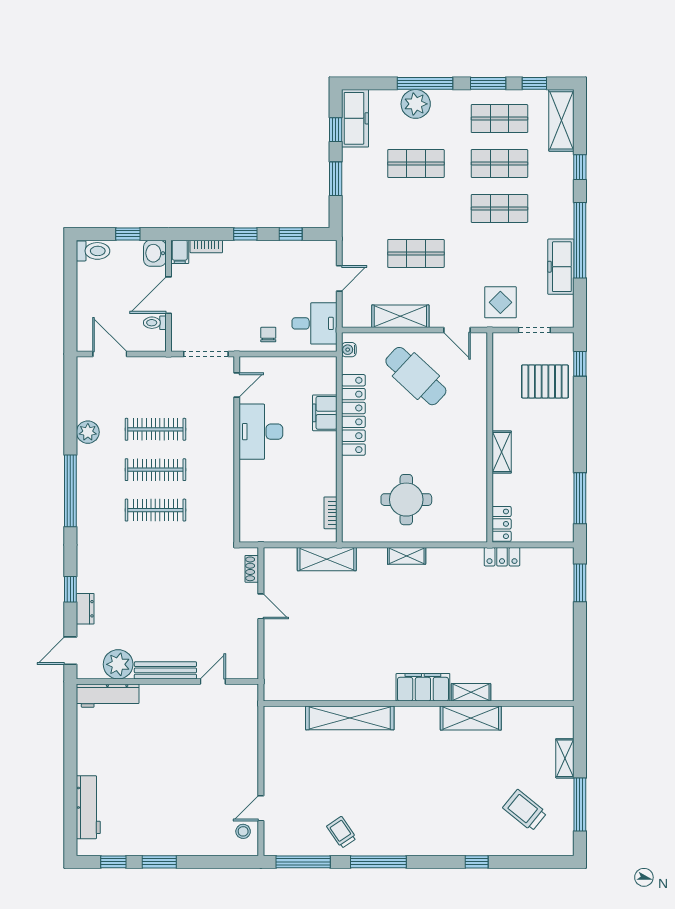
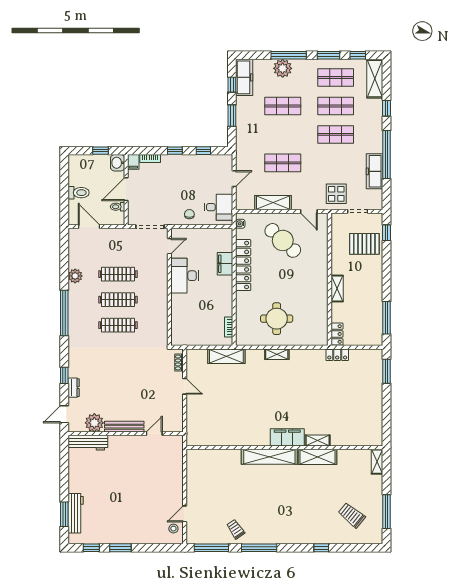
toilet: (93, 251) -> (78, 193), moved
shelving: (350, 718) -> (269, 457), moved
shelving: (565, 758) -> (377, 462), moved
window: (70, 809) -> (64, 514), added

